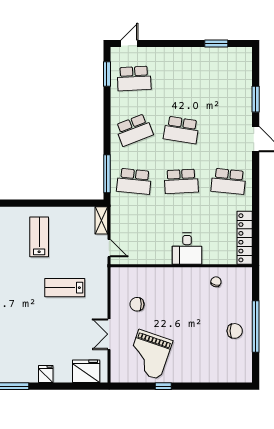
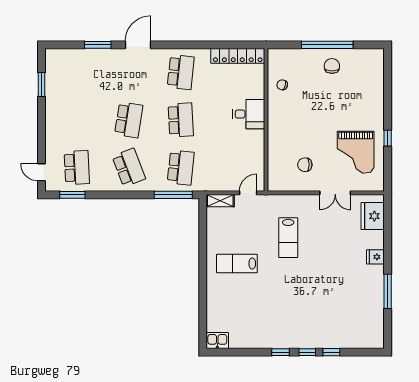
chair: (137, 304) -> (305, 165), turned 90
grand piano: (149, 354) -> (356, 152), turned 71

